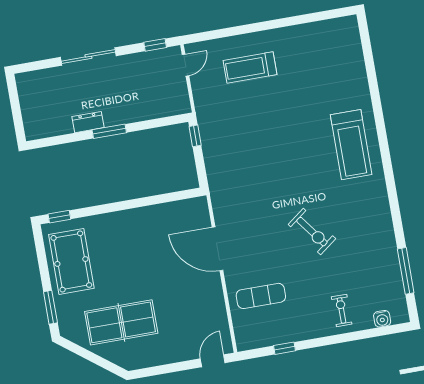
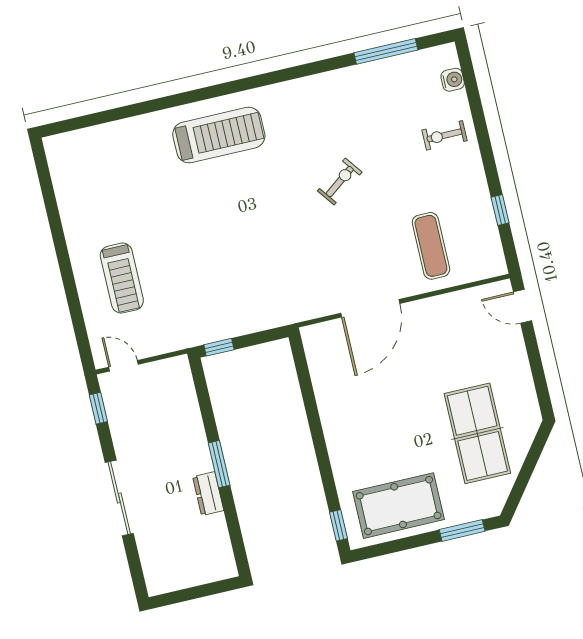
exercise bike: (312, 232) -> (340, 182), width x0.73, depth x0.72

